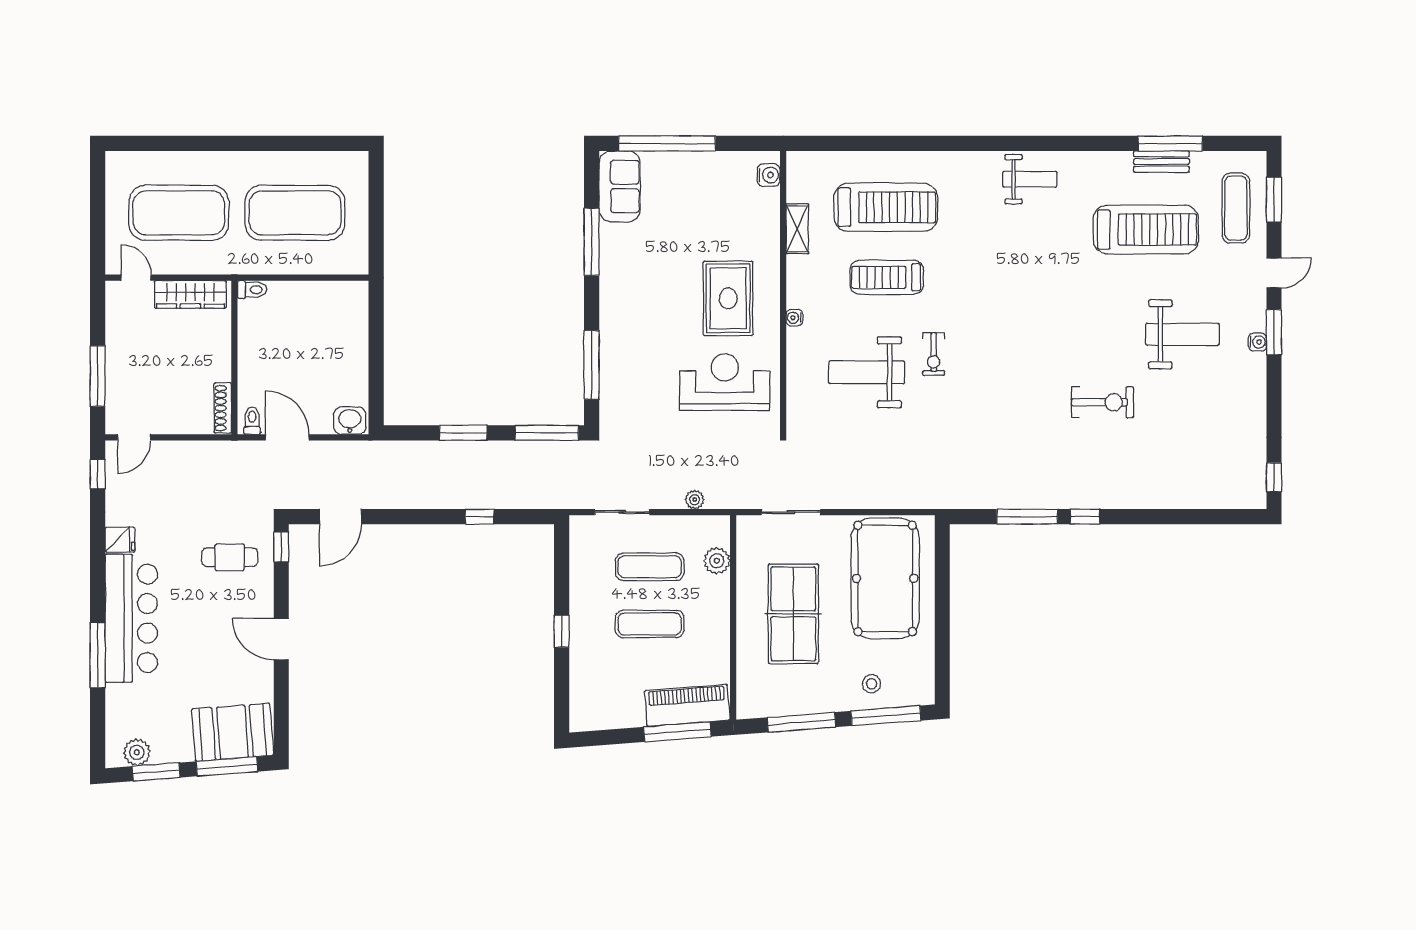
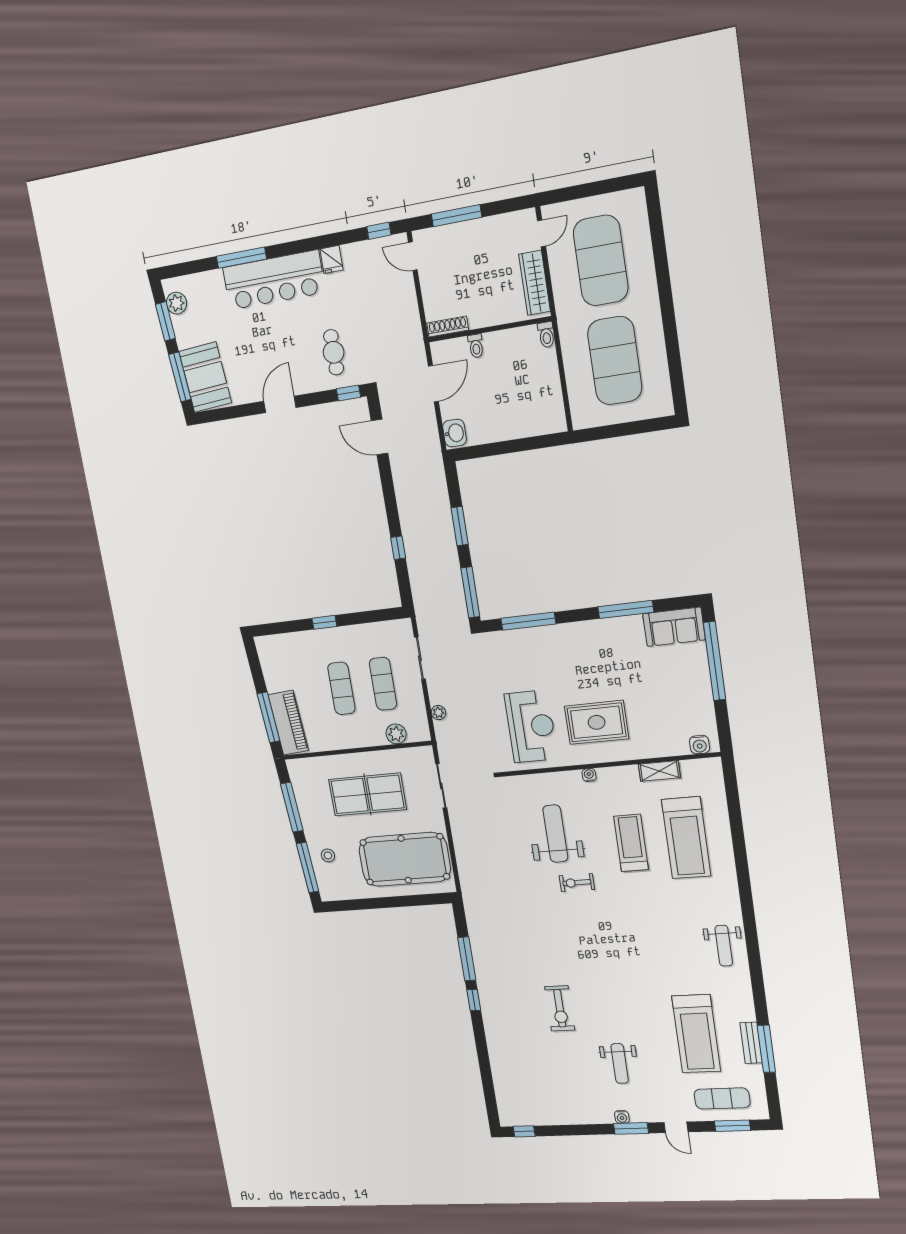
weight bench: (1182, 334) -> (620, 1063), width x0.73, depth x0.75
toilet: (252, 421) -> (476, 346), moved, turned 90

